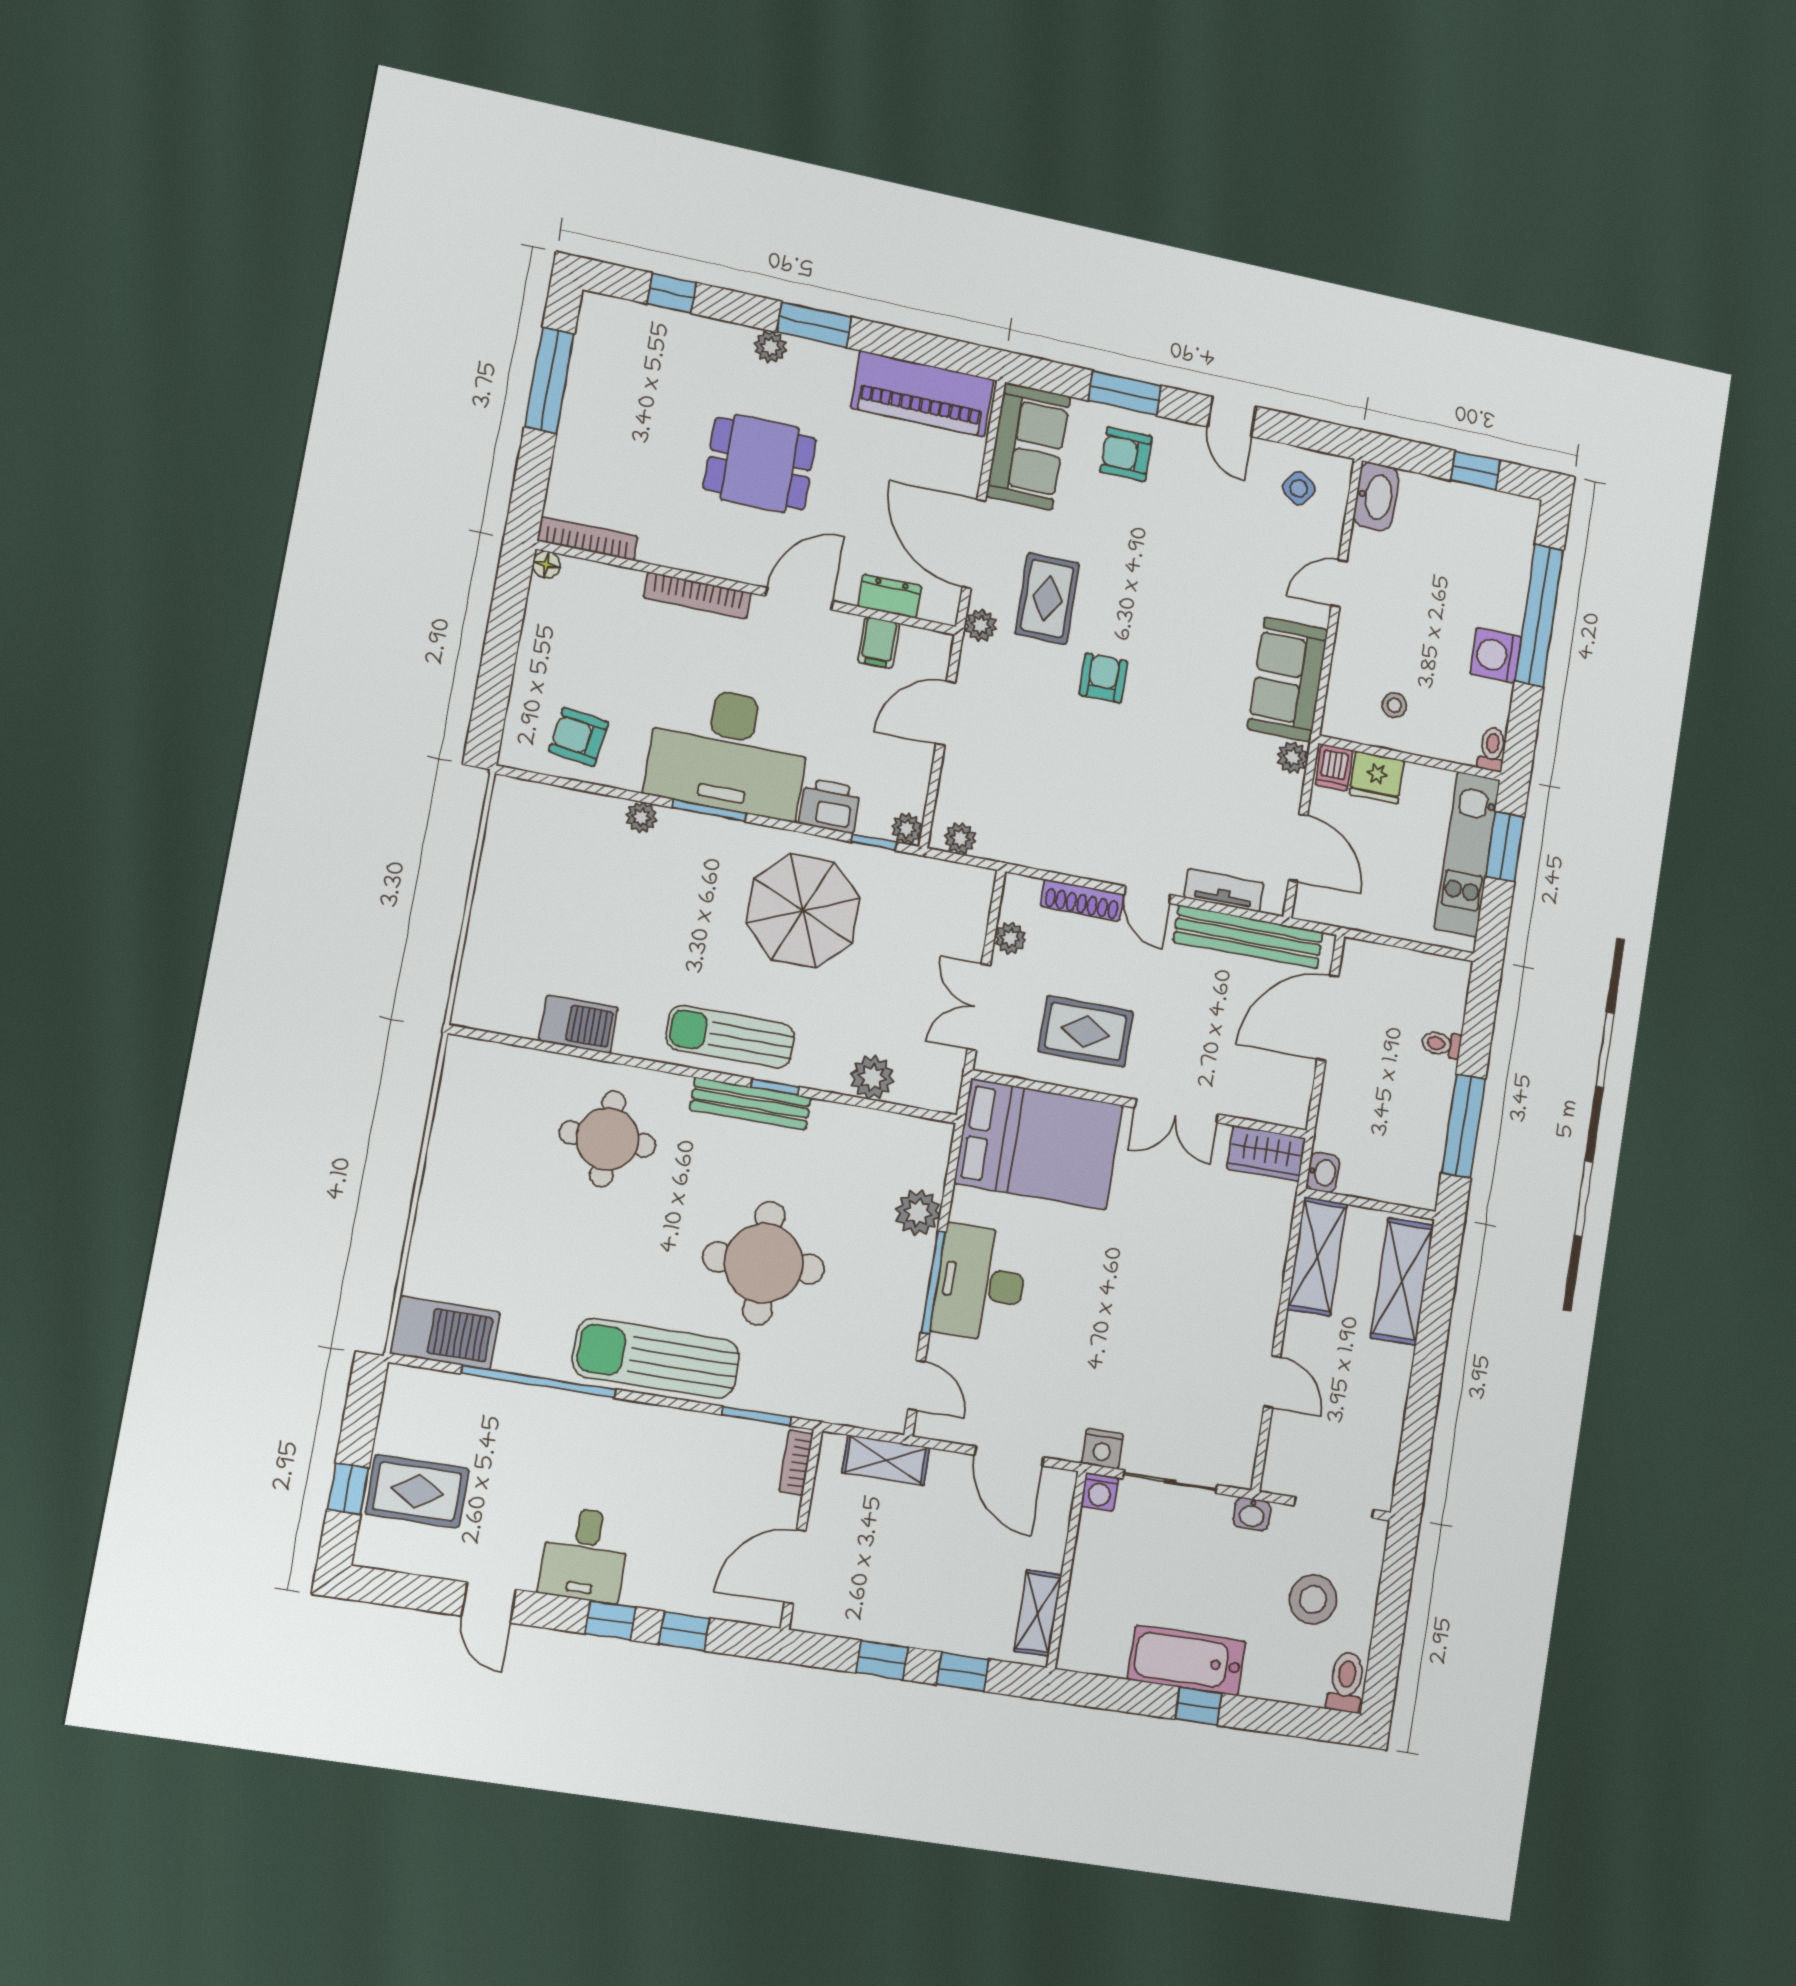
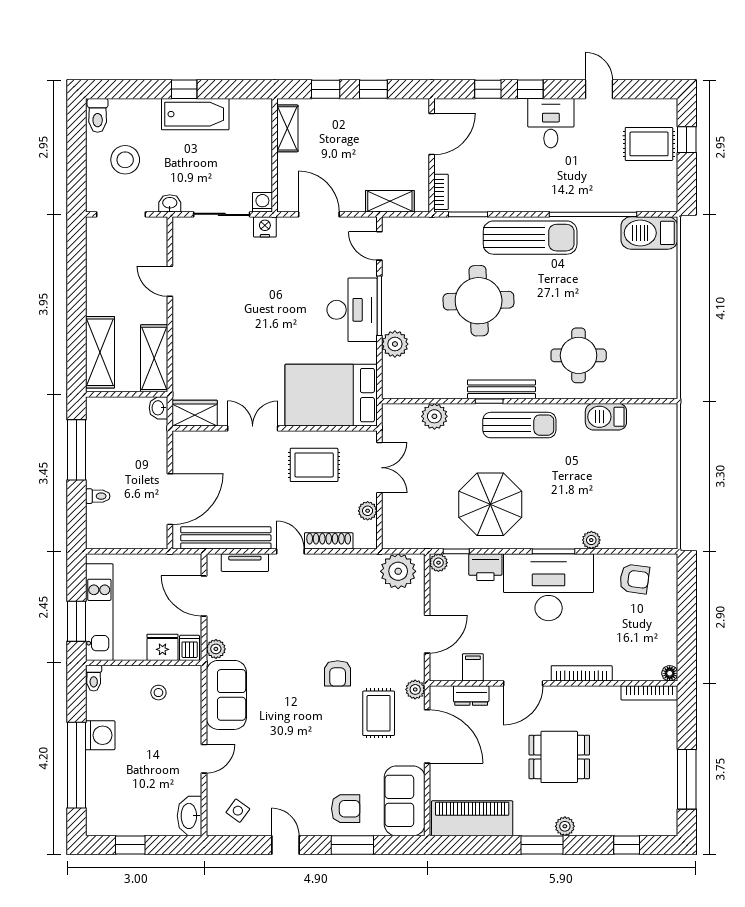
plant: (960, 838) -> (398, 571), width x1.87, depth x1.87

